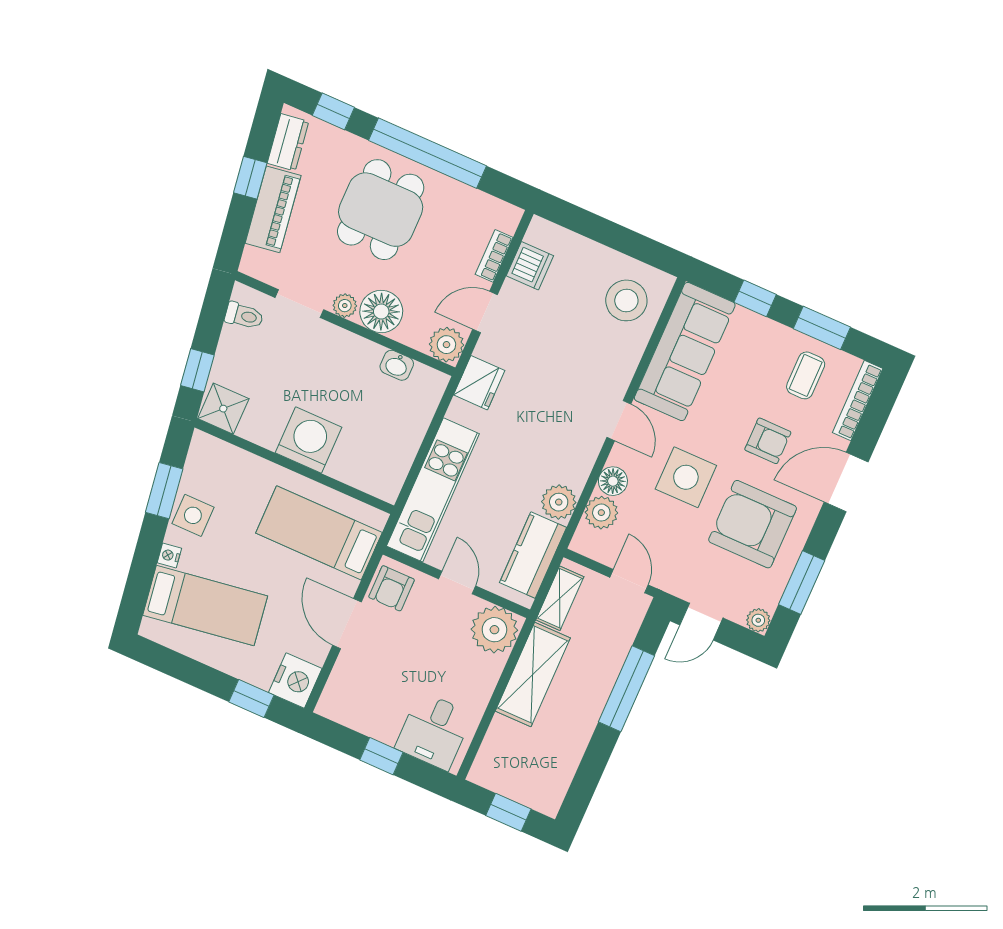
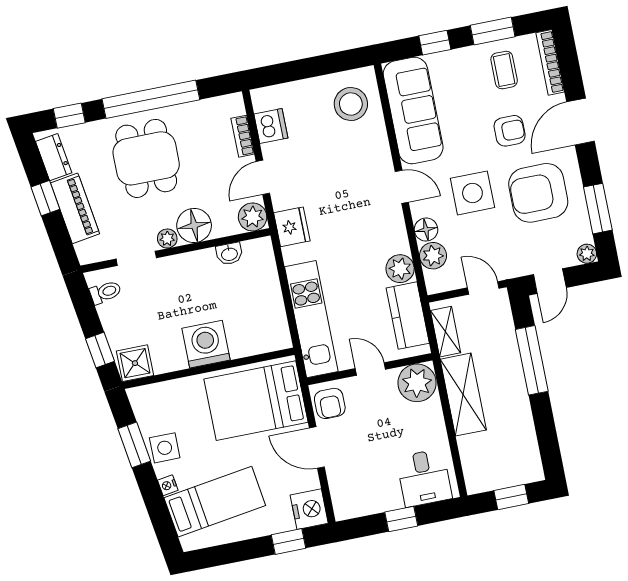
bed: (319, 533) -> (256, 401), width x1.50

